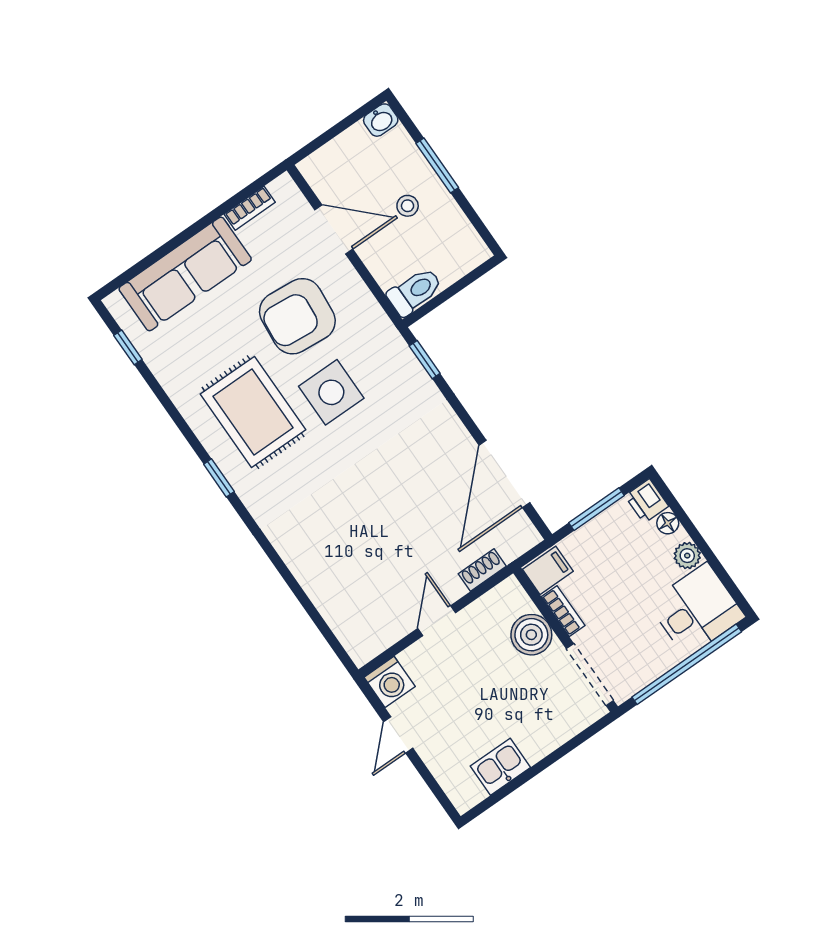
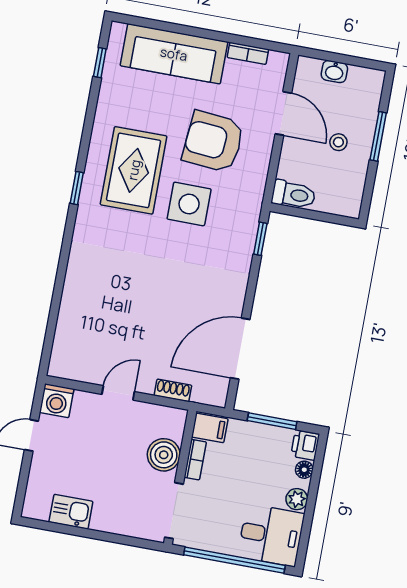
washbasin: (381, 120) -> (334, 72), moved

